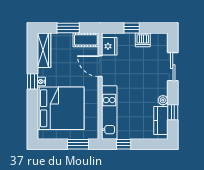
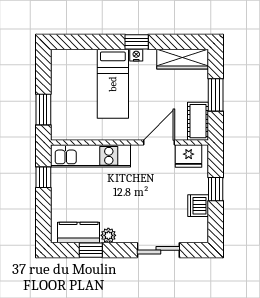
bed: (61, 108) -> (113, 84), width x0.49

